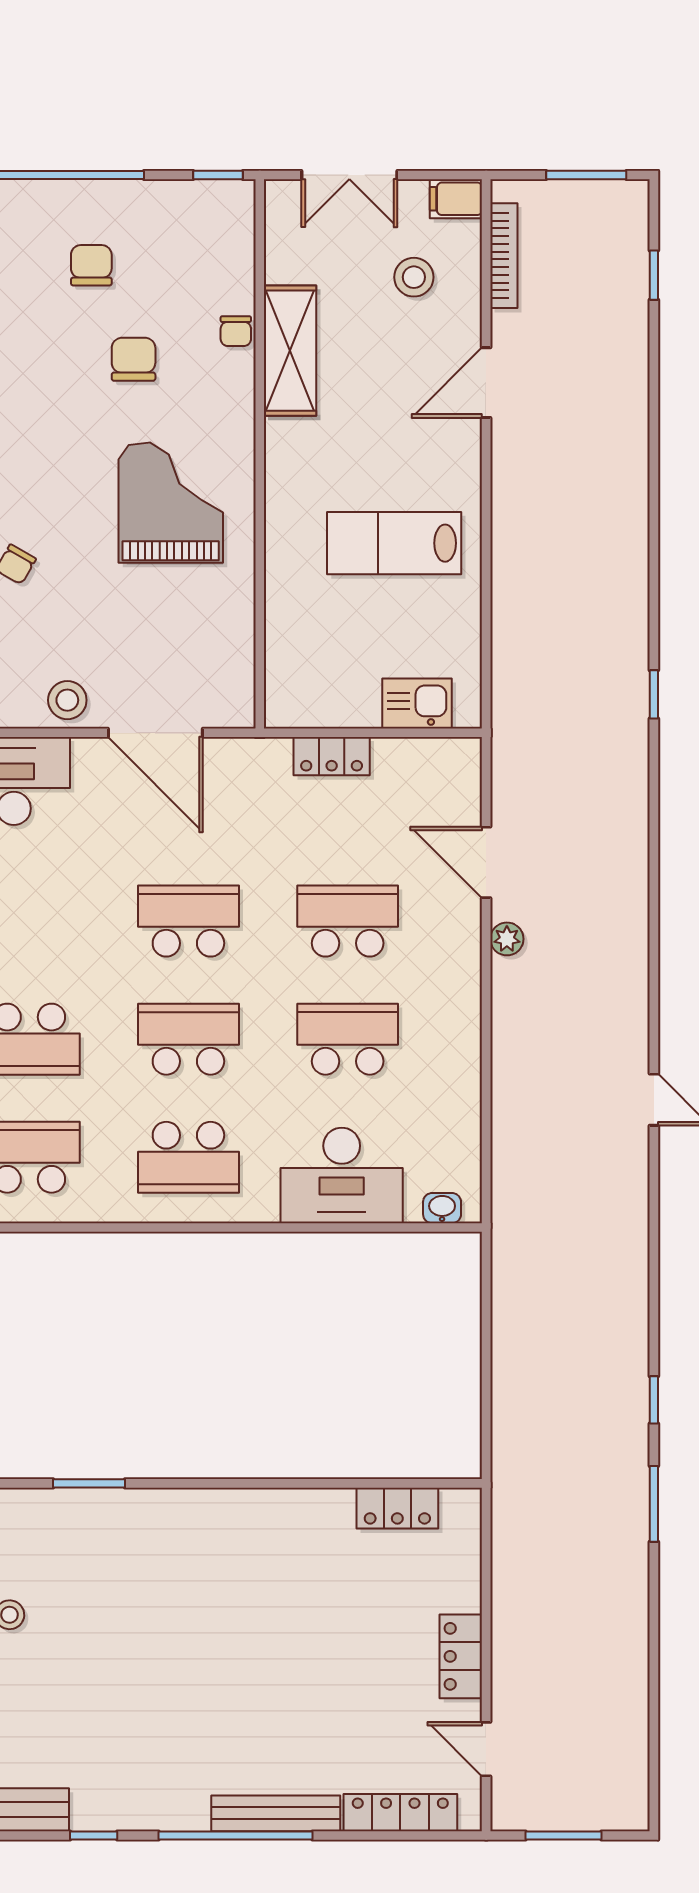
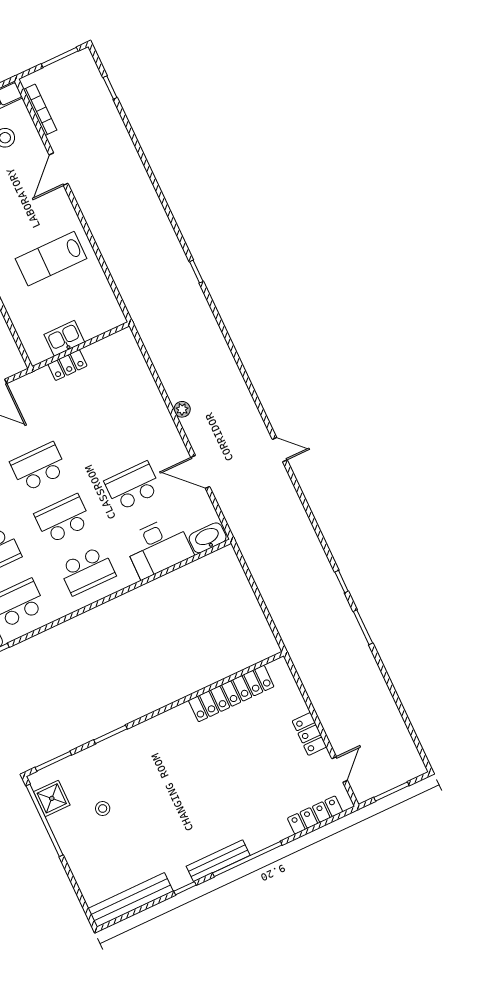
kitchen sink: (417, 703) -> (64, 338), moved
door: (486, 862) -> (200, 472), moved
school desk: (348, 921) -> (108, 434), removed
washbasin: (442, 1208) -> (208, 538), width x1.91, depth x1.45
locker: (397, 1508) -> (231, 693), width x2.16, depth x1.21
door: (486, 1749) -> (340, 769), swing flipped
bench: (276, 1813) -> (218, 861), moved

